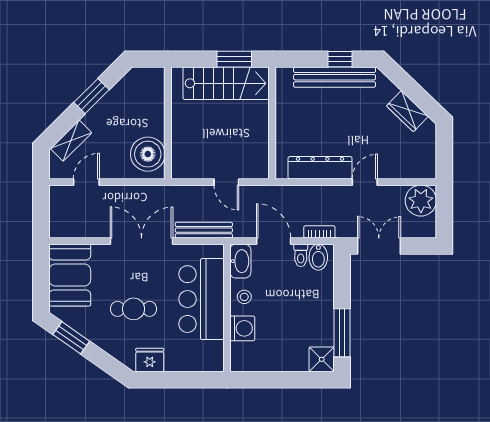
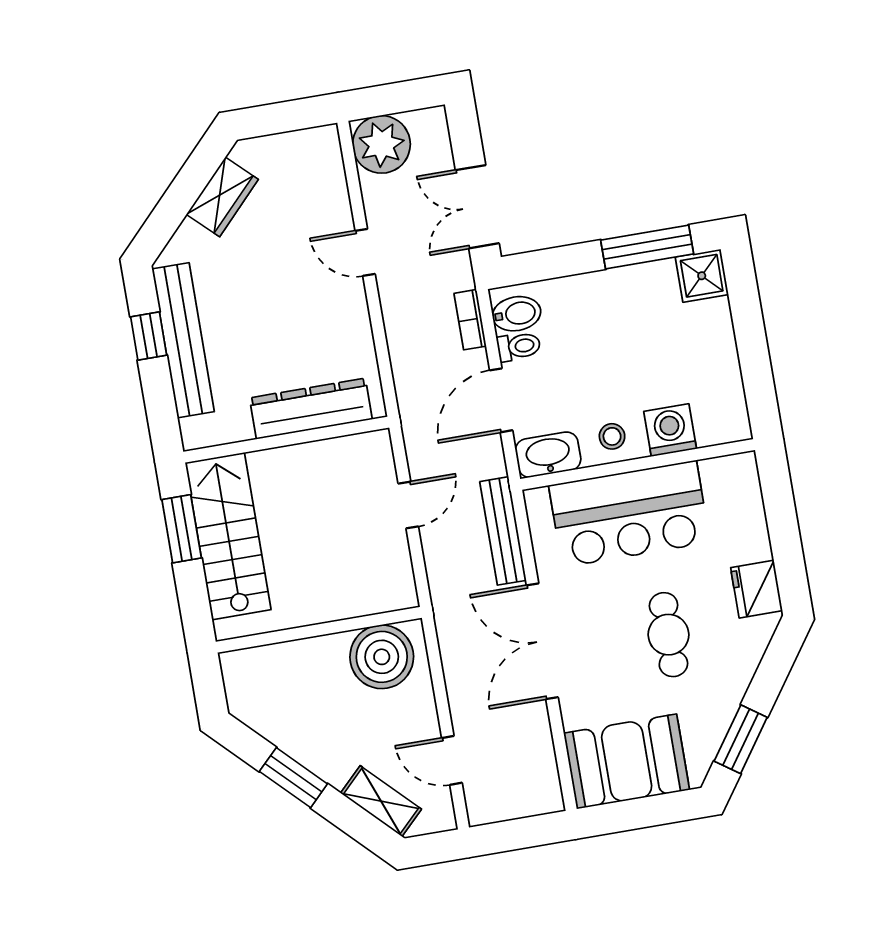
dresser: (320, 168) -> (311, 409), moved, turned 90

